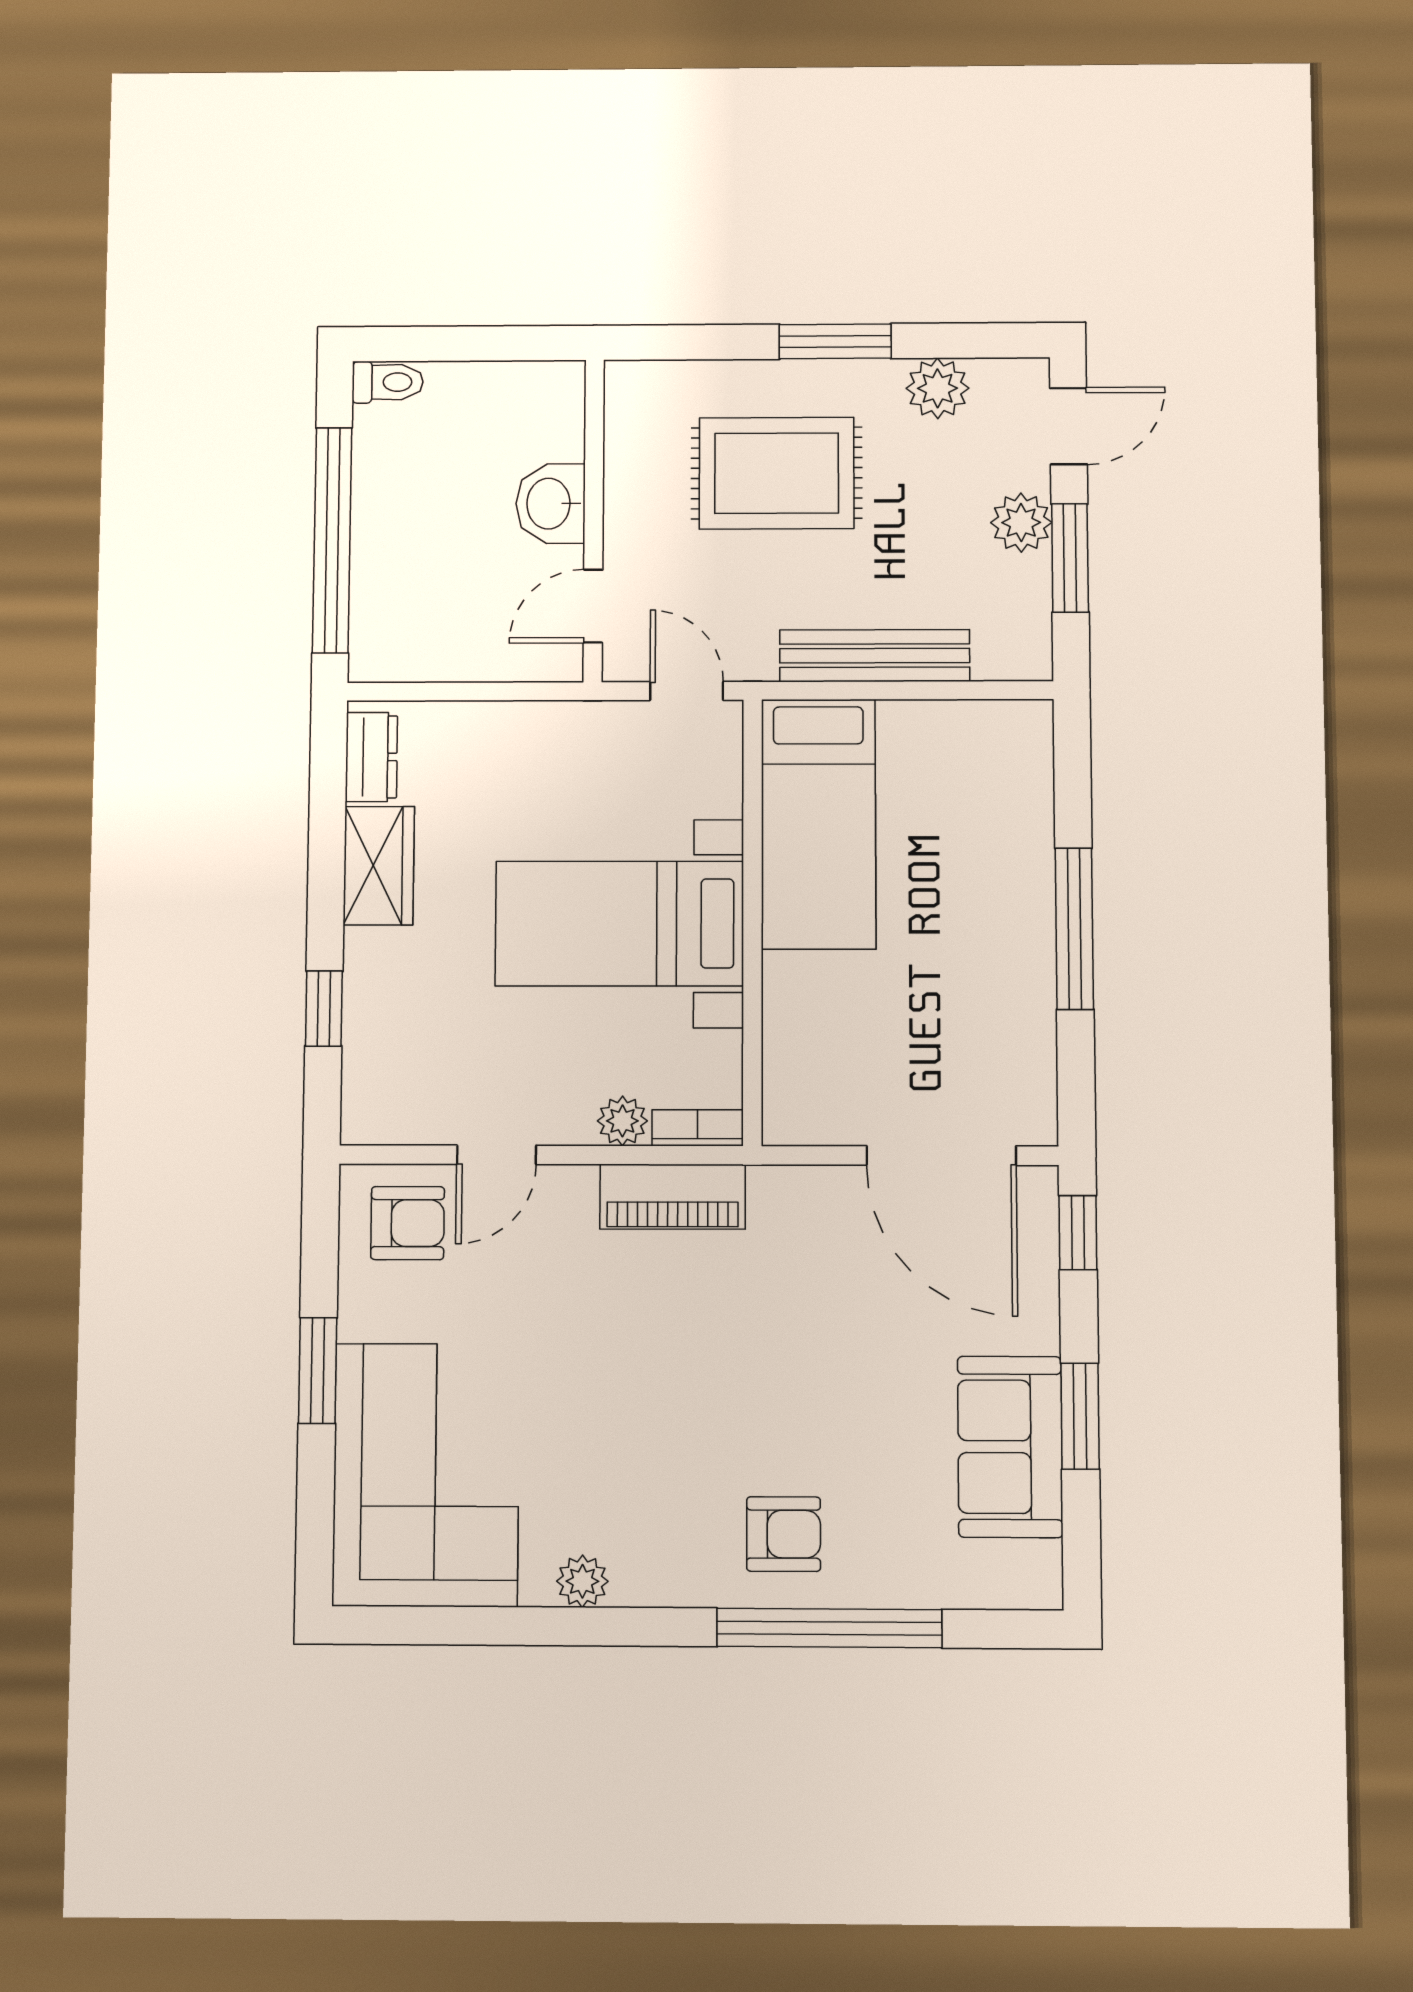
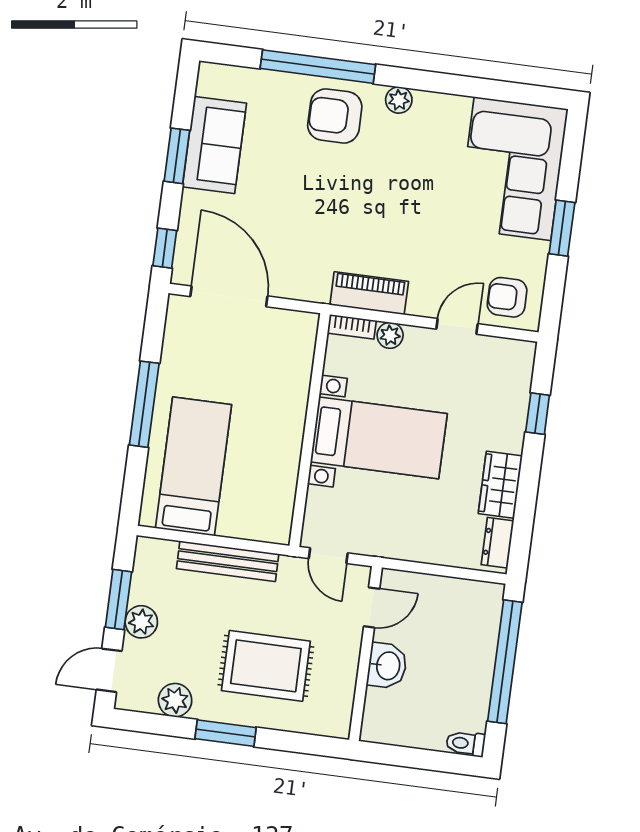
bed: (818, 824) -> (193, 466), moved
armchair: (784, 1534) -> (335, 116), width x1.38, depth x1.38
plant: (582, 1581) -> (399, 100), moved

